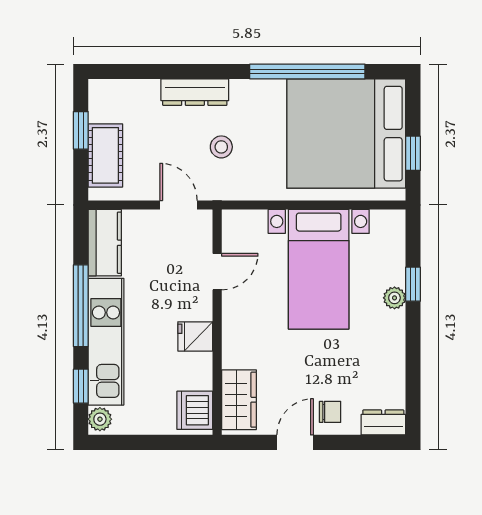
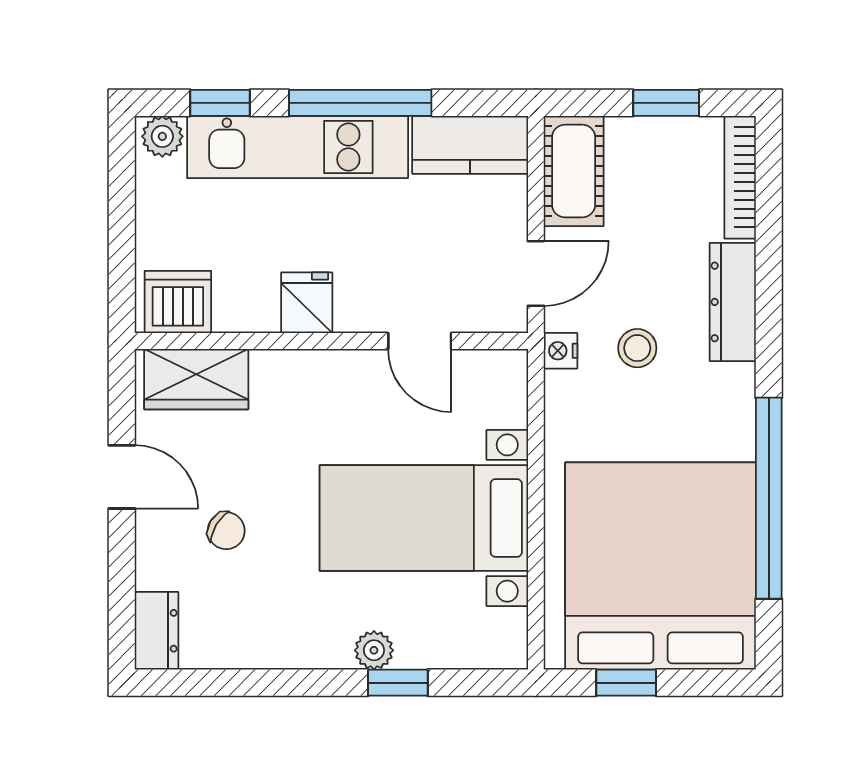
bookcase: (123, 88) -> (740, 177), added
cot: (105, 155) -> (574, 171), moved, turned 90
nightstand: (223, 191) -> (560, 351), added
chair: (330, 412) -> (226, 531), moved, turned -59

